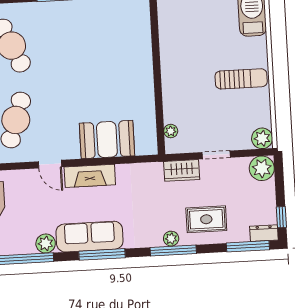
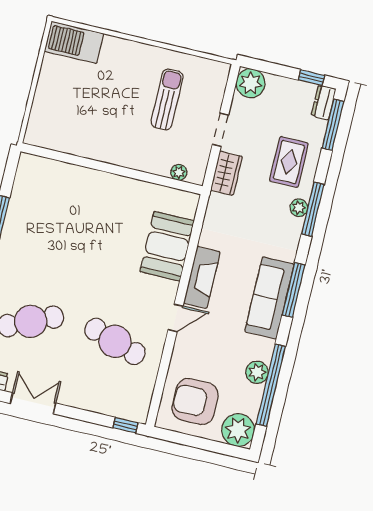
sun lounger: (241, 79) -> (167, 99), moved
plant: (262, 138) -> (217, 73), removed
plant: (46, 244) -> (257, 372), moved

